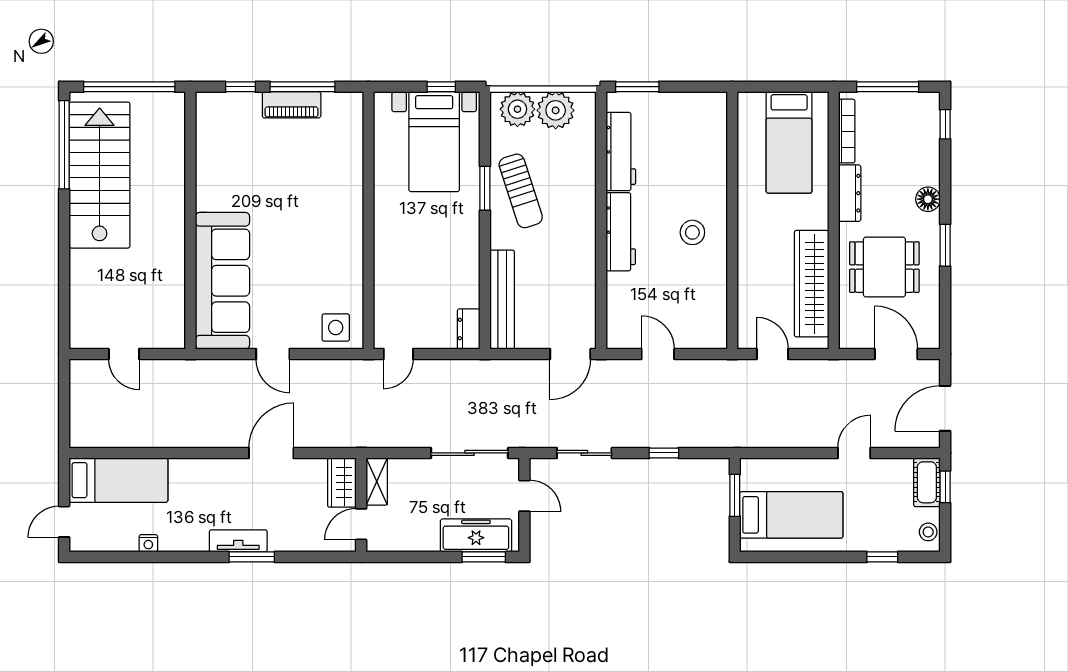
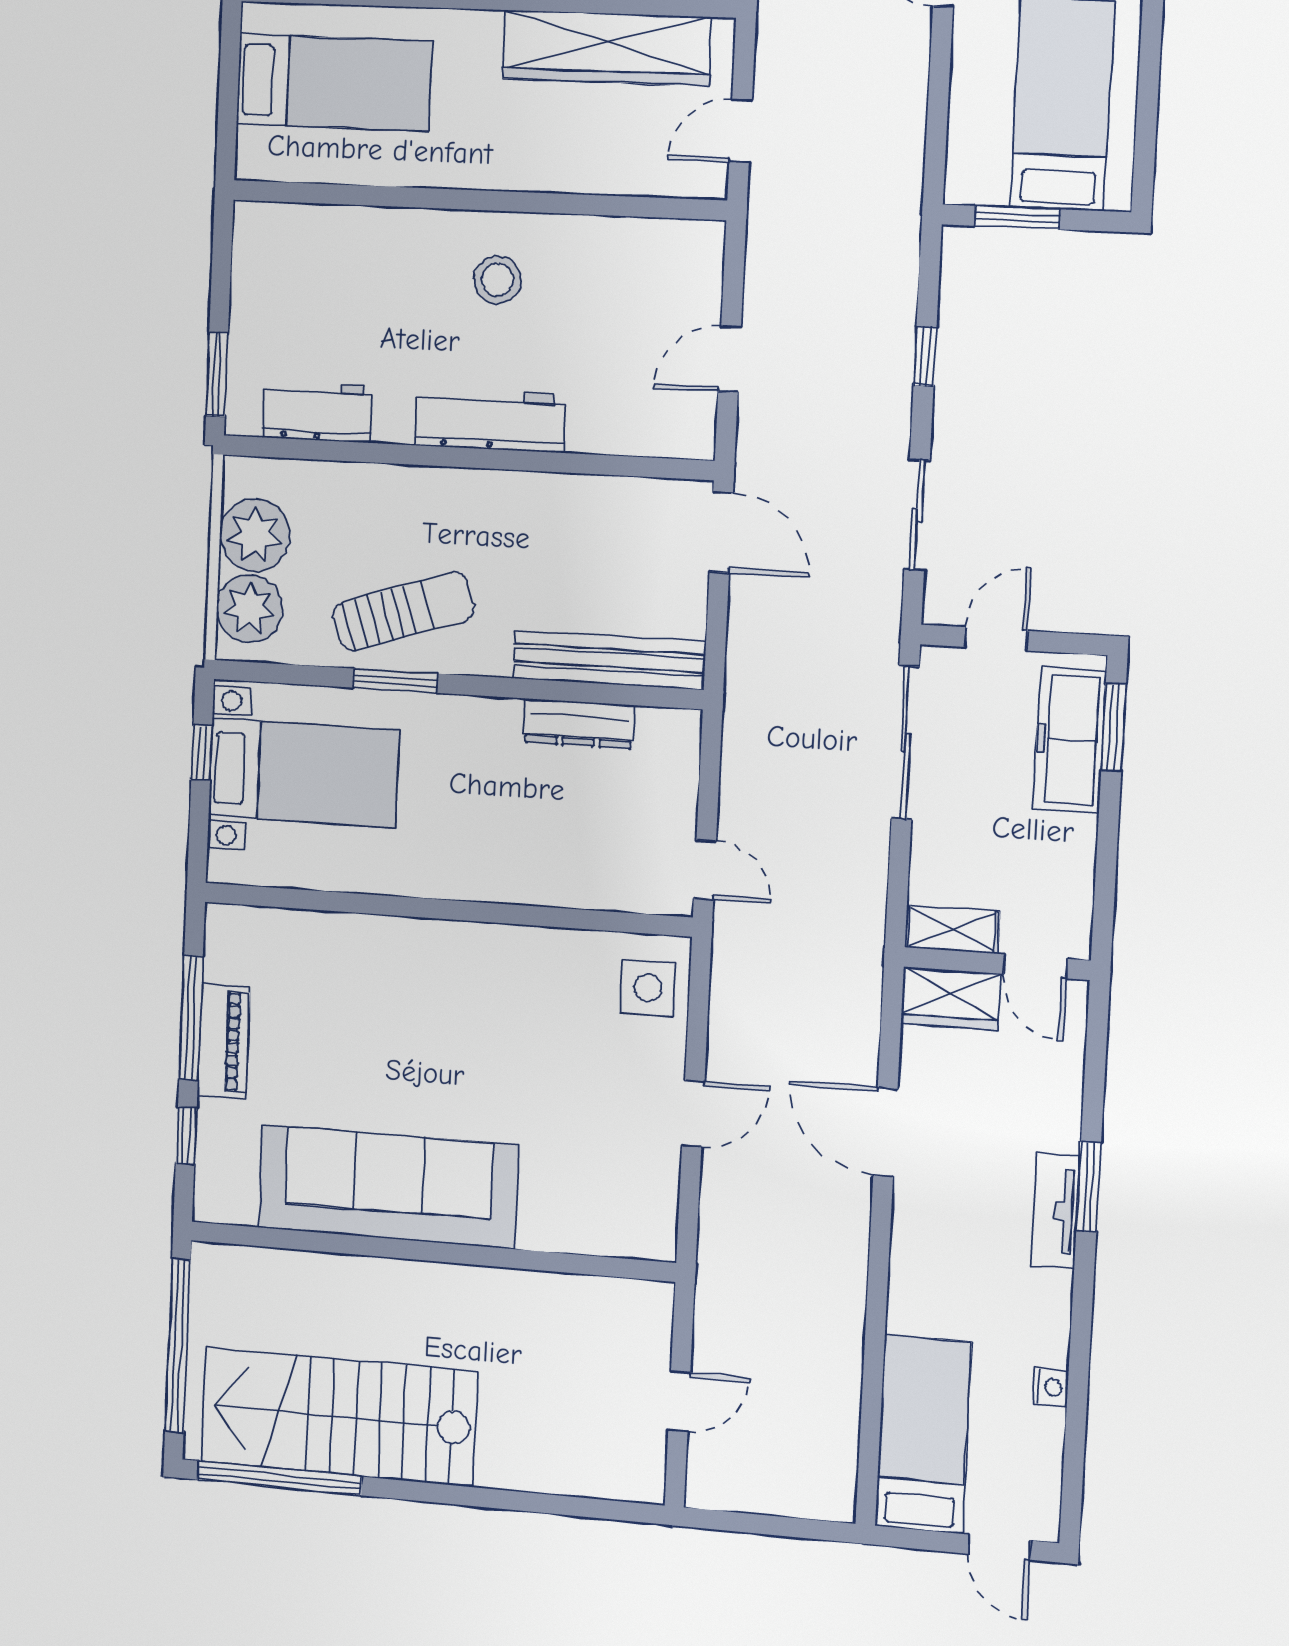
workbench: (621, 152) -> (317, 412), width x0.73
sofa: (222, 281) -> (388, 1186), moved
dresser: (469, 329) -> (579, 724), moved, width x1.44

